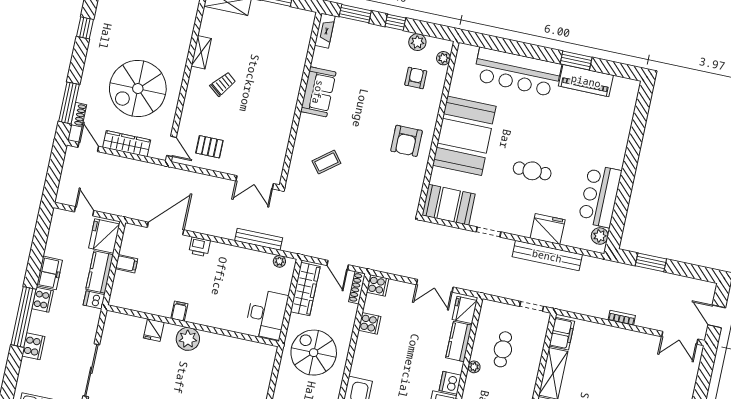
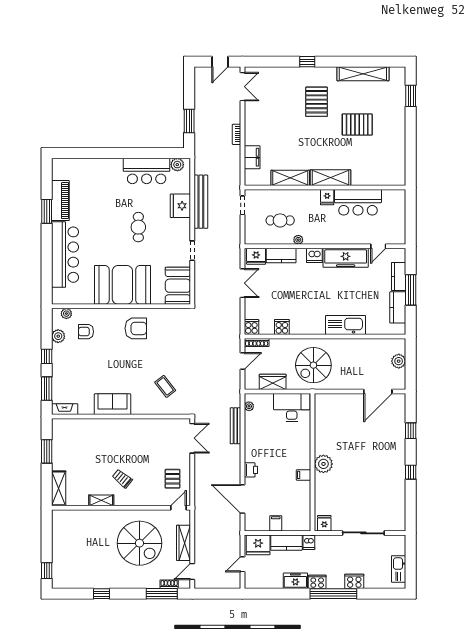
wardrobe: (305, 289) -> (273, 382), width x0.67
fridge: (154, 330) -> (324, 523), moved, turned -90
filing cabinet: (562, 334) -> (252, 157), moved, turned 90

